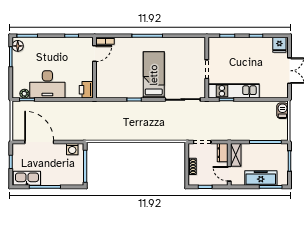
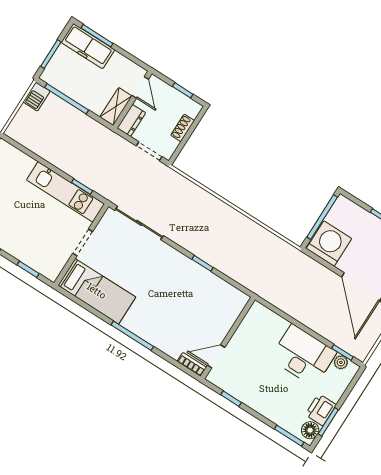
bed: (154, 75) -> (97, 291), moved, turned -90
printer: (86, 90) -> (321, 410), moved, turned 180
barbecue: (282, 111) -> (37, 97), moved
washing machine: (72, 149) -> (329, 244), width x1.89, depth x1.89
freezer: (261, 178) -> (88, 46), moved

